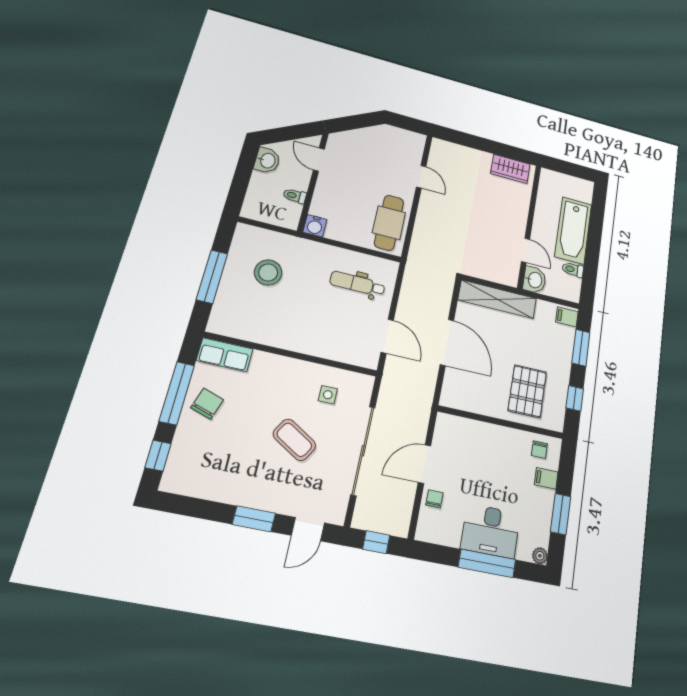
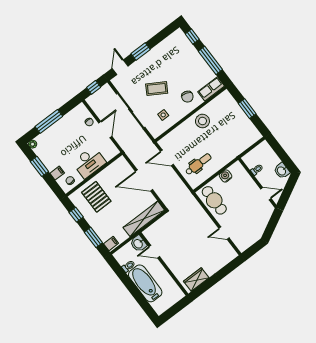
water cooler: (315, 226) -> (226, 176), moved
stool: (268, 272) -> (202, 121), moved
window: (212, 277) -> (247, 109), width x0.69
chair: (207, 404) -> (187, 97), moved
desk: (491, 531) -> (89, 162), moved, turned 180

